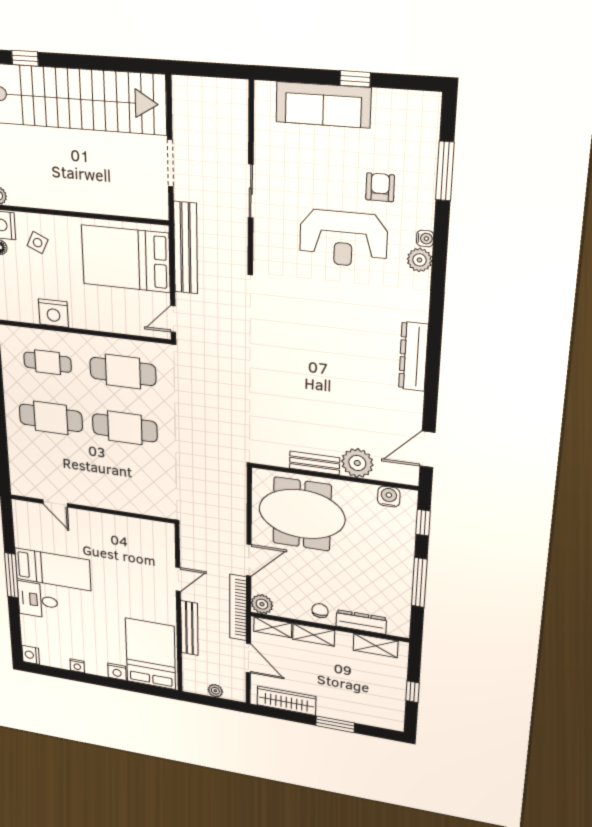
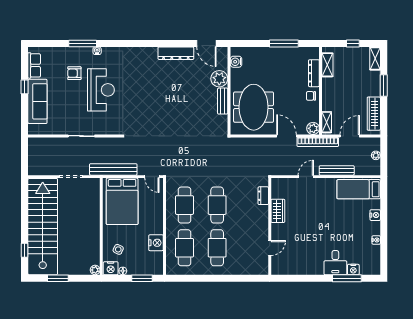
row of seats: (401, 103) -> (34, 65), added
window: (445, 171) -> (83, 43), moved
plant: (419, 260) -> (108, 53), removed
dresser: (413, 356) -> (176, 53), moved
cafe table: (48, 362) -> (184, 248), width x1.37, depth x1.35
dresser: (144, 507) -> (263, 196), added
window: (423, 523) -> (248, 43), removed
wardrobe: (118, 526) -> (278, 211), added
bed: (53, 569) -> (313, 252), removed
window: (11, 575) -> (347, 278), moved
door: (178, 579) -> (306, 177), hinge flipped
shelving: (314, 635) -> (375, 58), moved
bed: (150, 654) -> (359, 189), width x0.67
nightstand: (31, 655) -> (353, 269), moved

